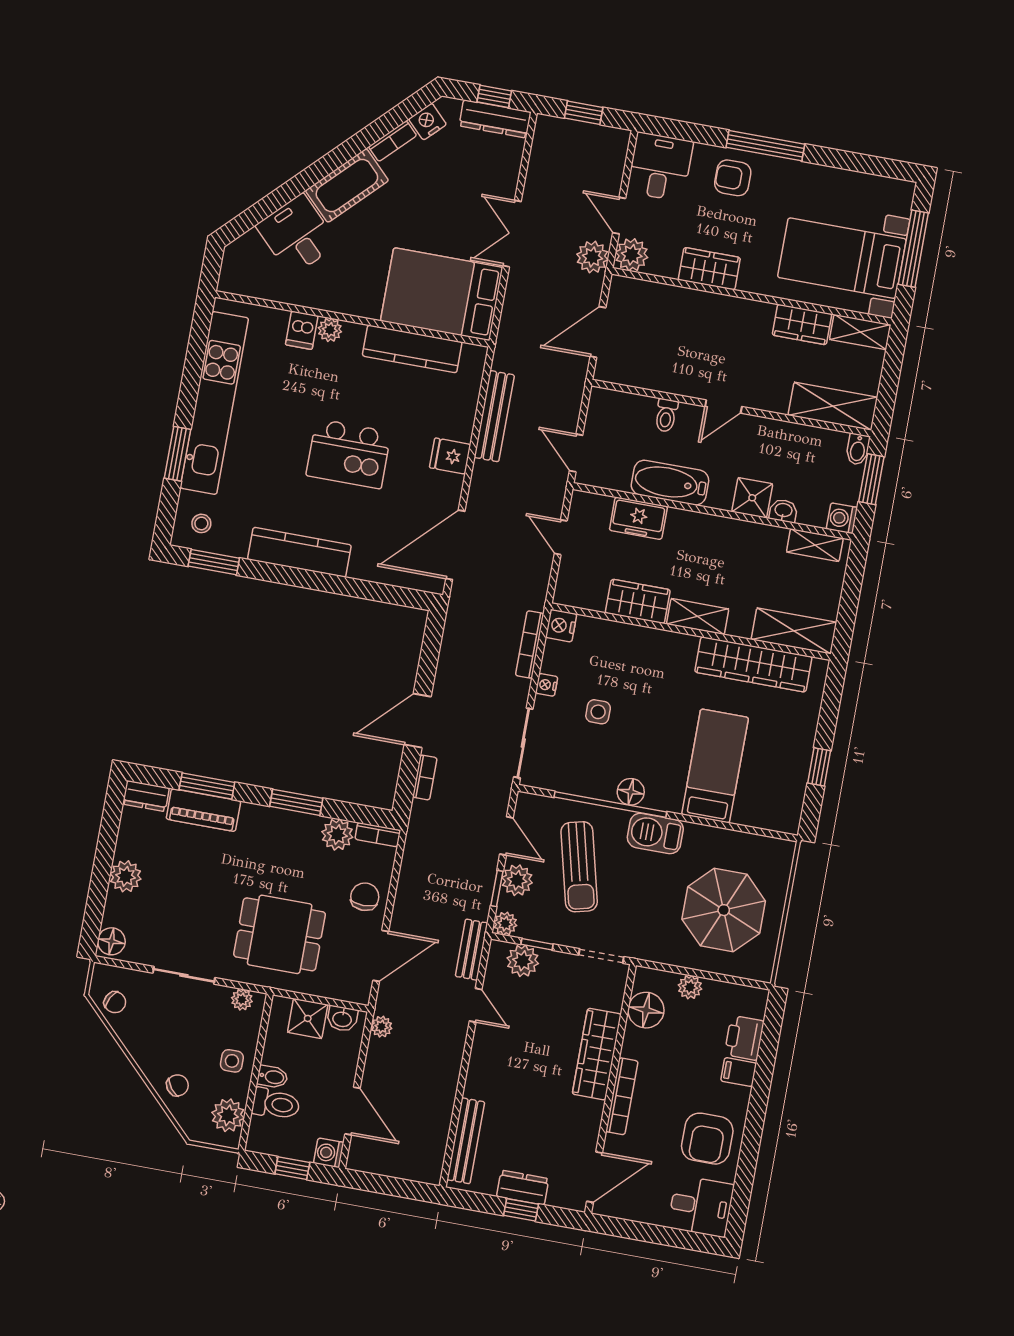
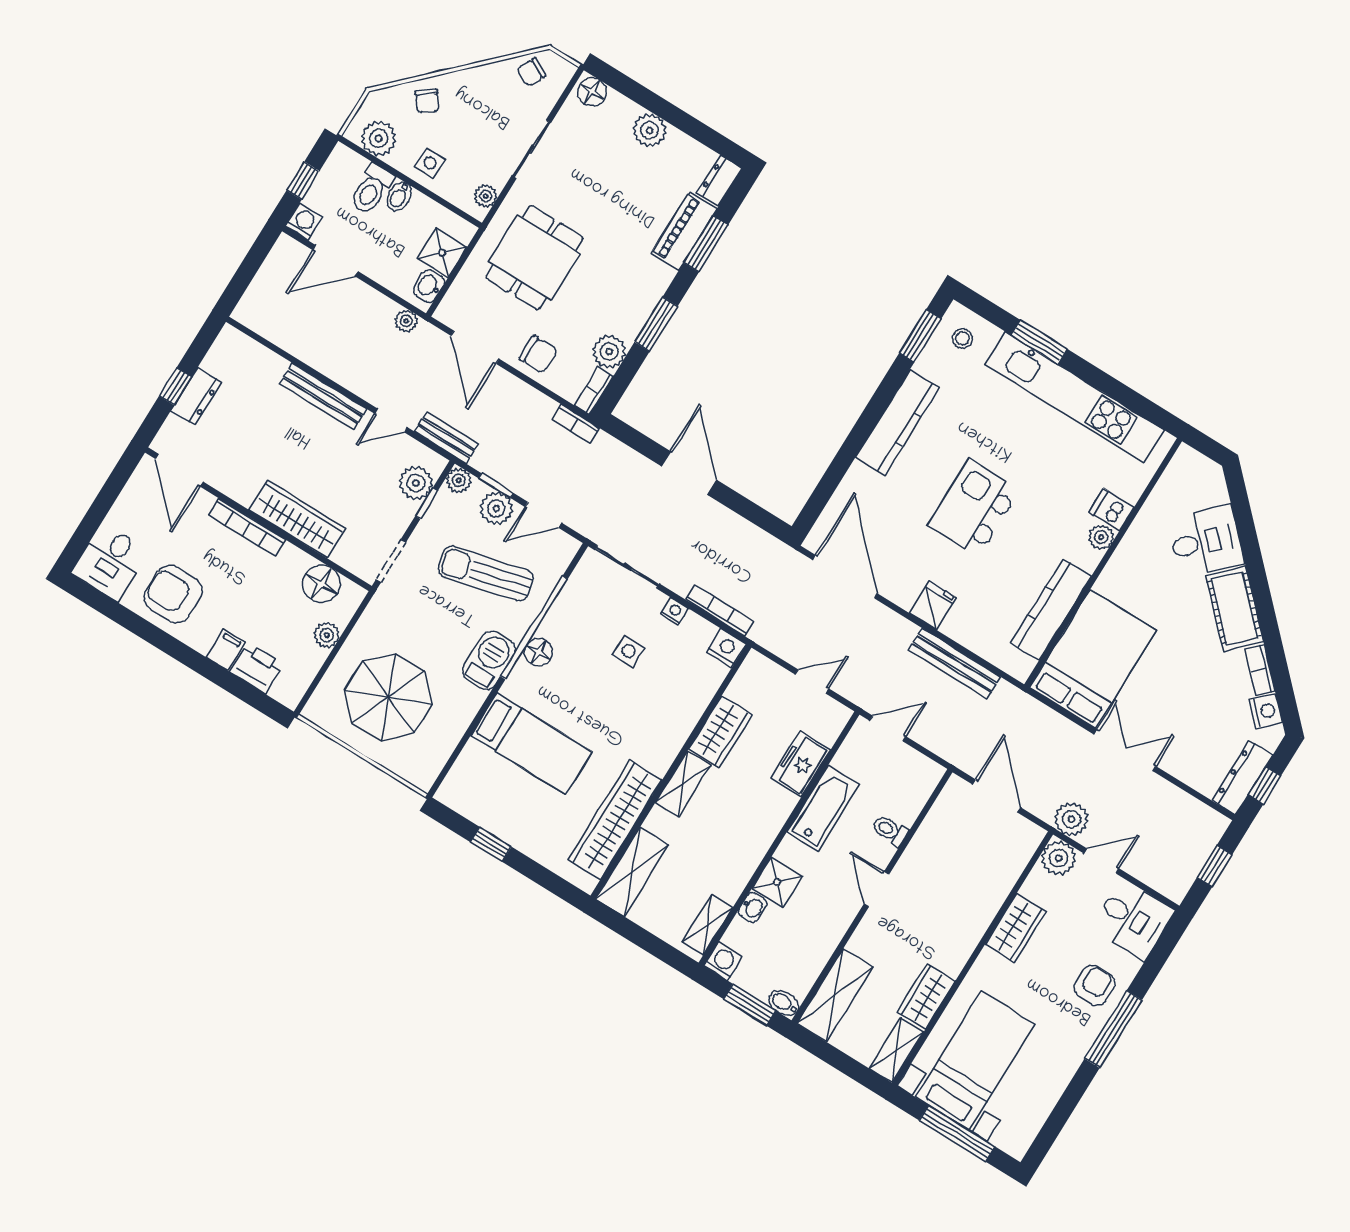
bookcase: (425, 777) -> (575, 424), moved
bench: (466, 1141) -> (323, 396), moved

